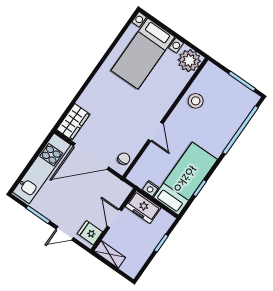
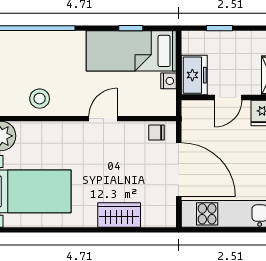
wardrobe: (73, 122) -> (119, 215), moved

